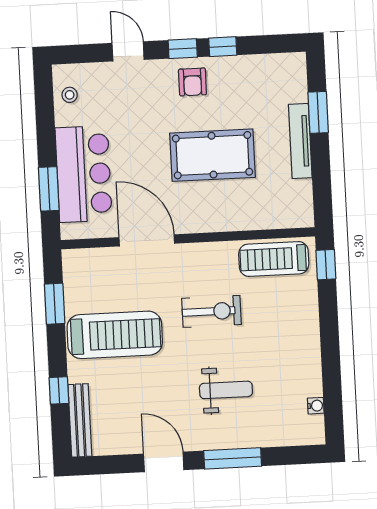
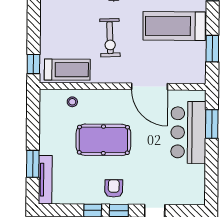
stool: (70, 95) -> (72, 102), moved
tv unit: (300, 141) -> (45, 180), moved
exercise bike: (212, 311) -> (110, 38), turned -92

